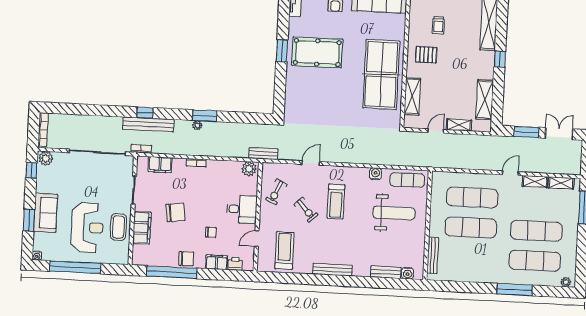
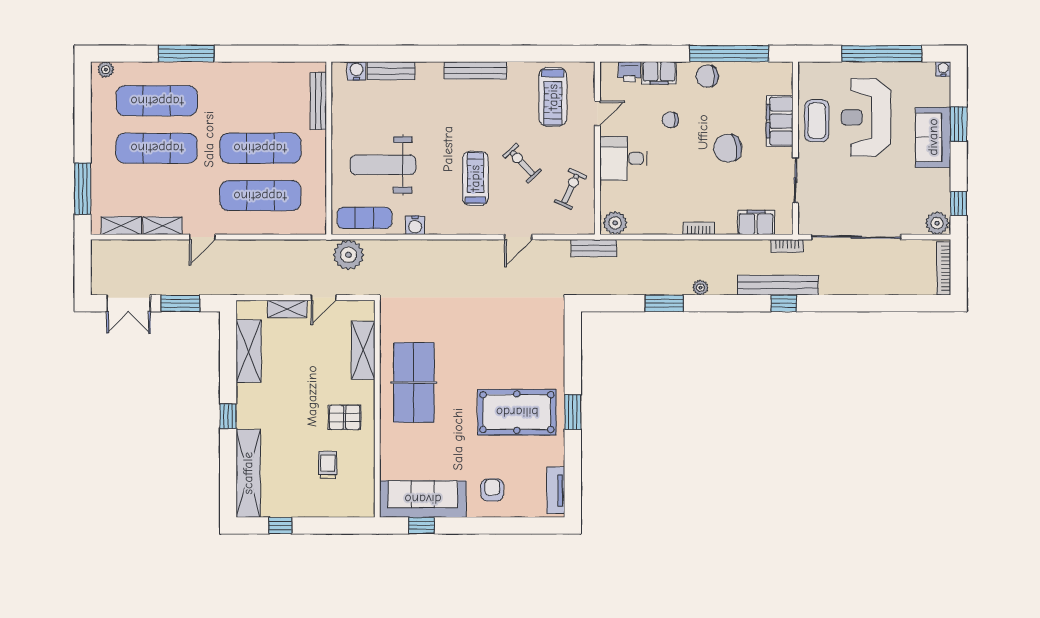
table tennis table: (381, 74) -> (414, 383), width x0.73, depth x0.76
window: (205, 116) -> (664, 303), moved
plant: (419, 157) -> (348, 255), added

